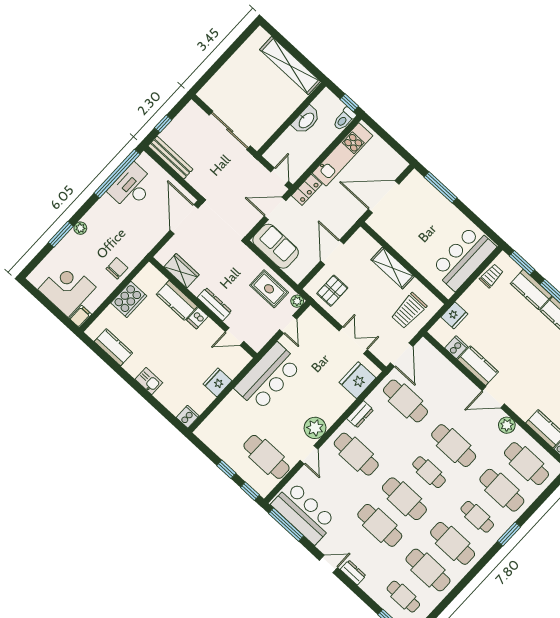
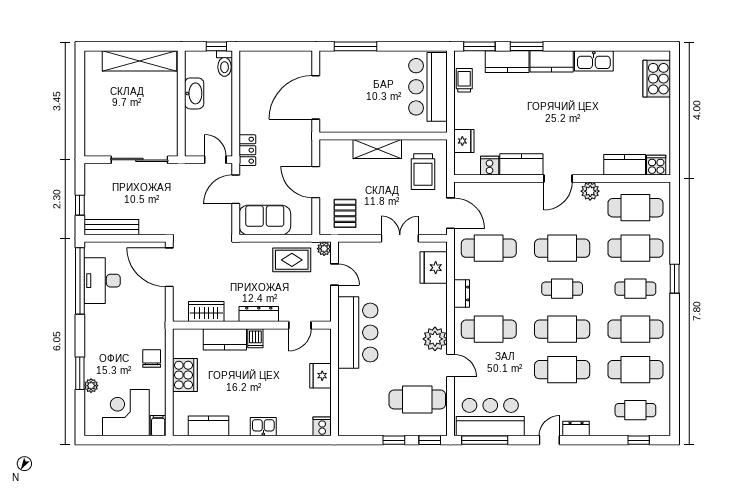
kitchen unit: (342, 154) -> (250, 94), removed
plant: (80, 228) -> (91, 386), moved

